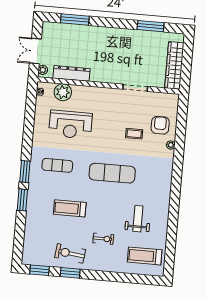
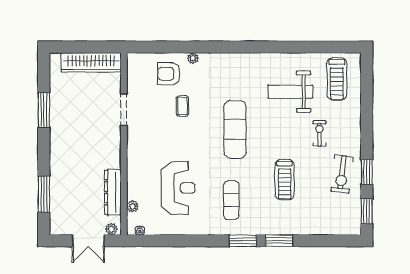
window: (151, 26) -> (44, 110), moved
plant: (63, 92) -> (133, 206), width x0.53, depth x0.53
weight bench: (138, 219) -> (290, 92), width x1.36, depth x1.33

